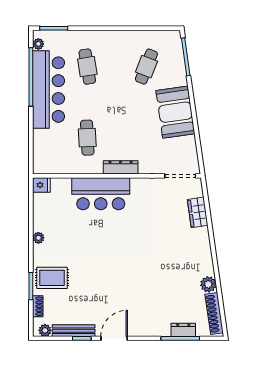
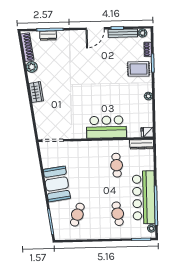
dresser: (121, 167) -> (142, 144), moved
wardrobe: (198, 212) -> (36, 92), moved

